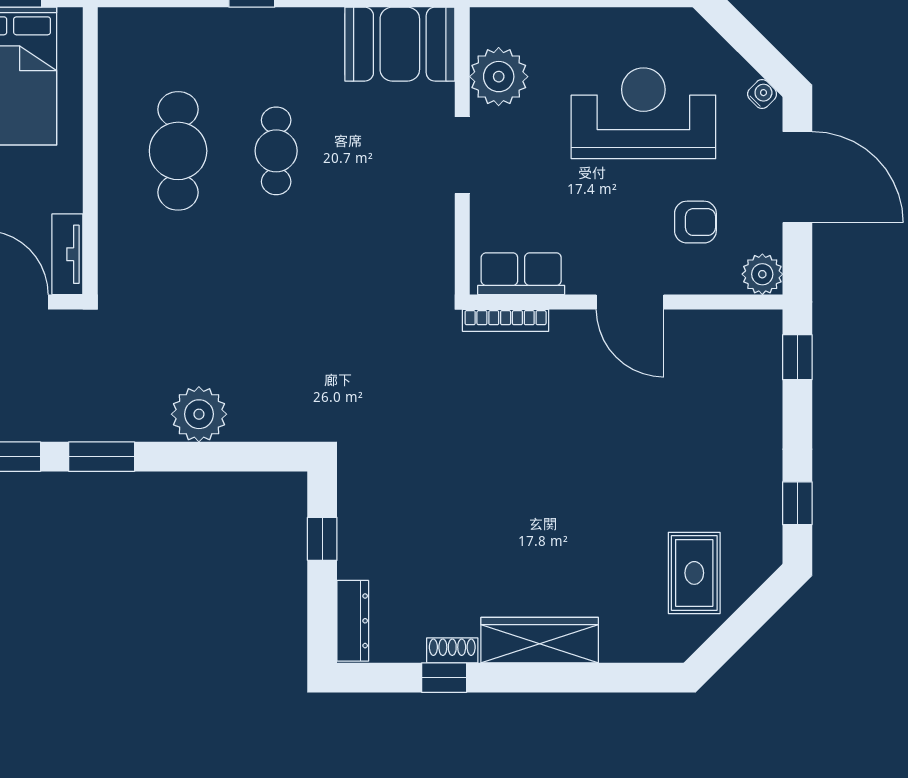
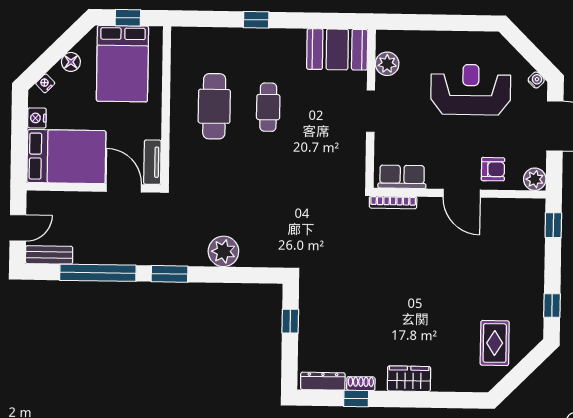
plant: (499, 77) -> (387, 64), width x0.73, depth x0.73
armchair: (695, 222) -> (493, 169), moved
dresser: (353, 621) -> (323, 381), moved, turned -90
wardrobe: (540, 640) -> (409, 379), width x0.67

